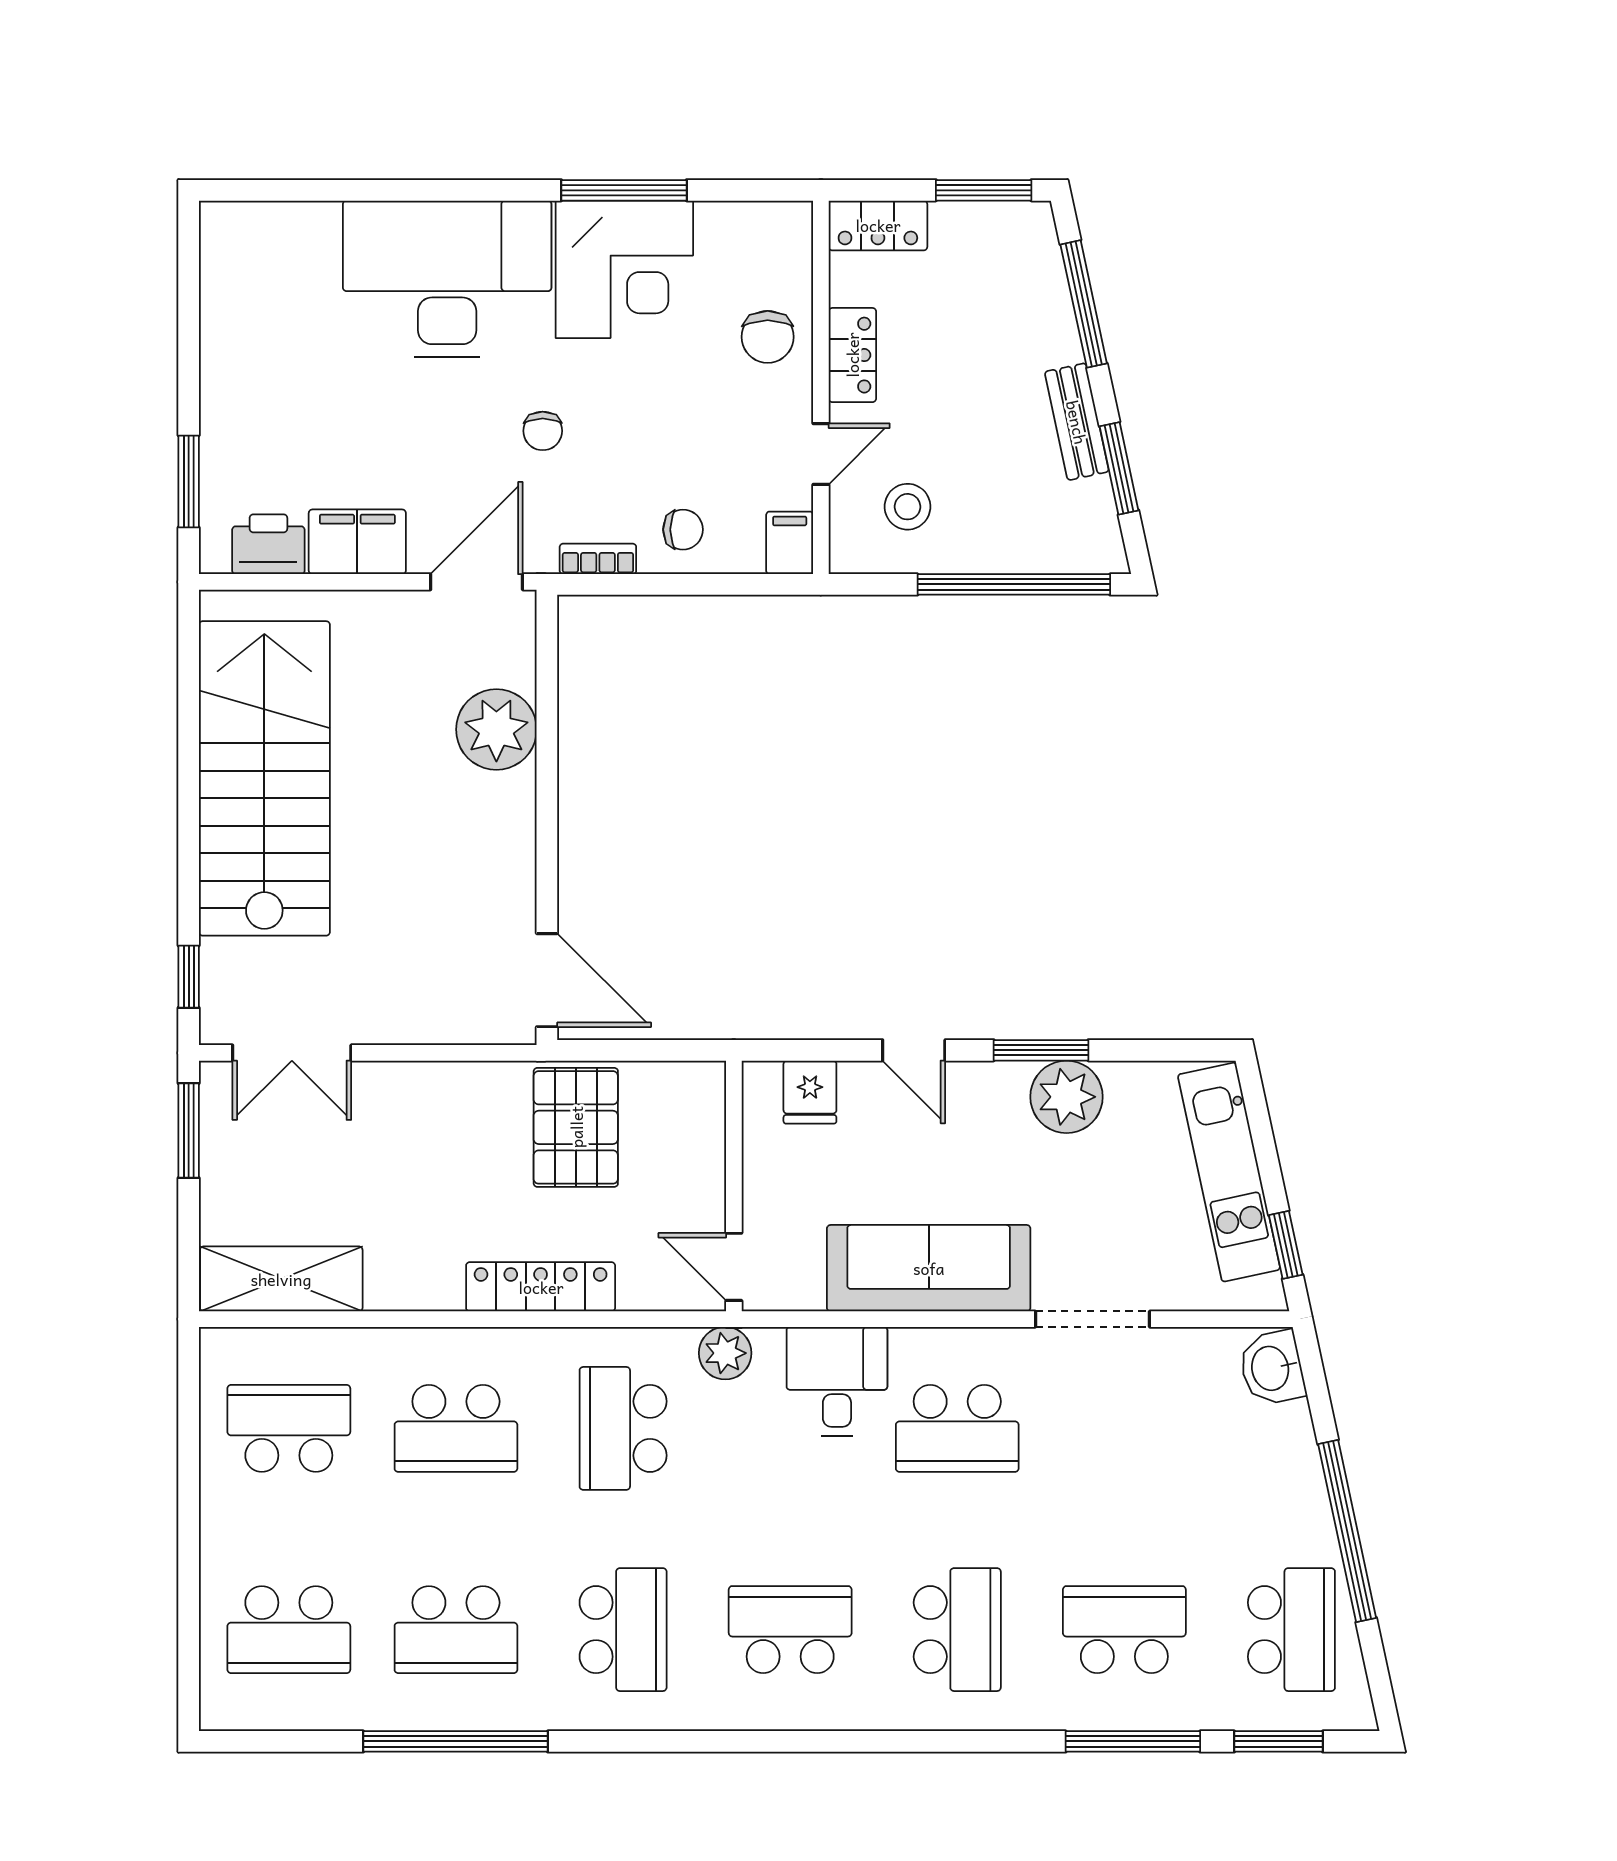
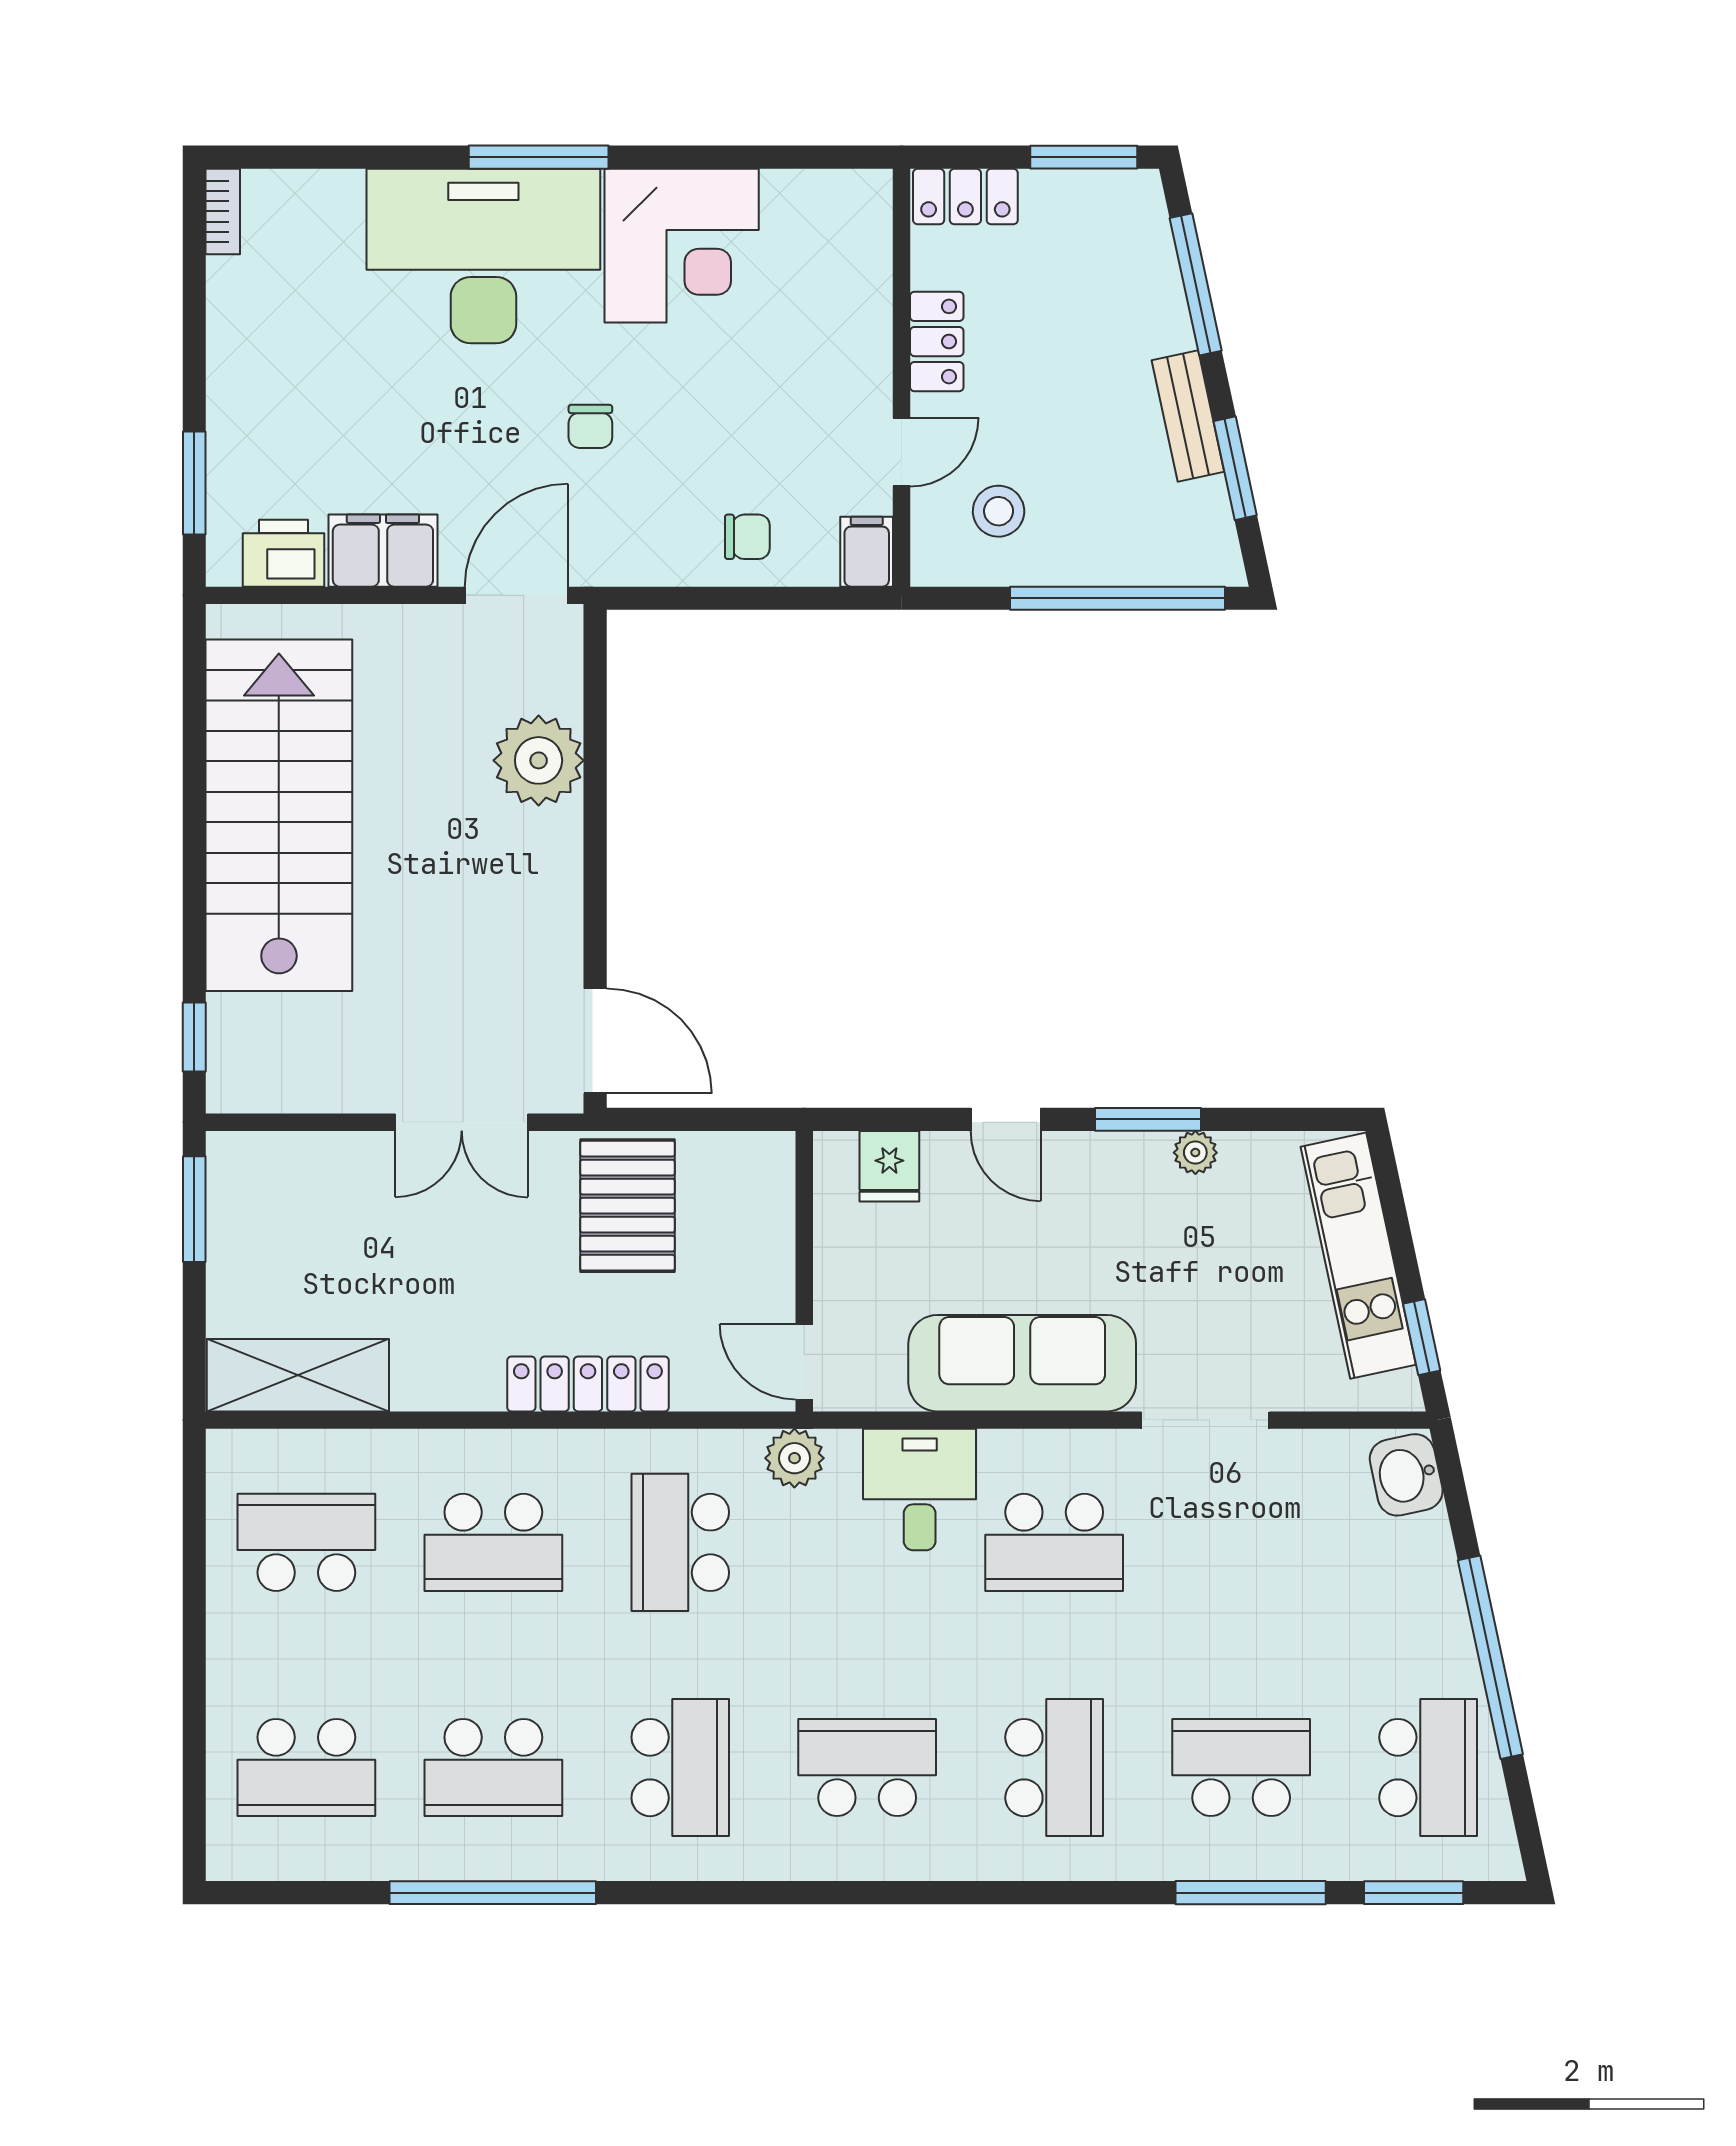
window: (624, 190) -> (539, 157), moved
chair: (768, 337) -> (842, 321), removed
bookcase: (598, 559) -> (223, 211), moved, turned 90
double door: (292, 1053) -> (462, 1122), moved
plant: (1066, 1097) -> (1195, 1153), width x0.53, depth x0.53

